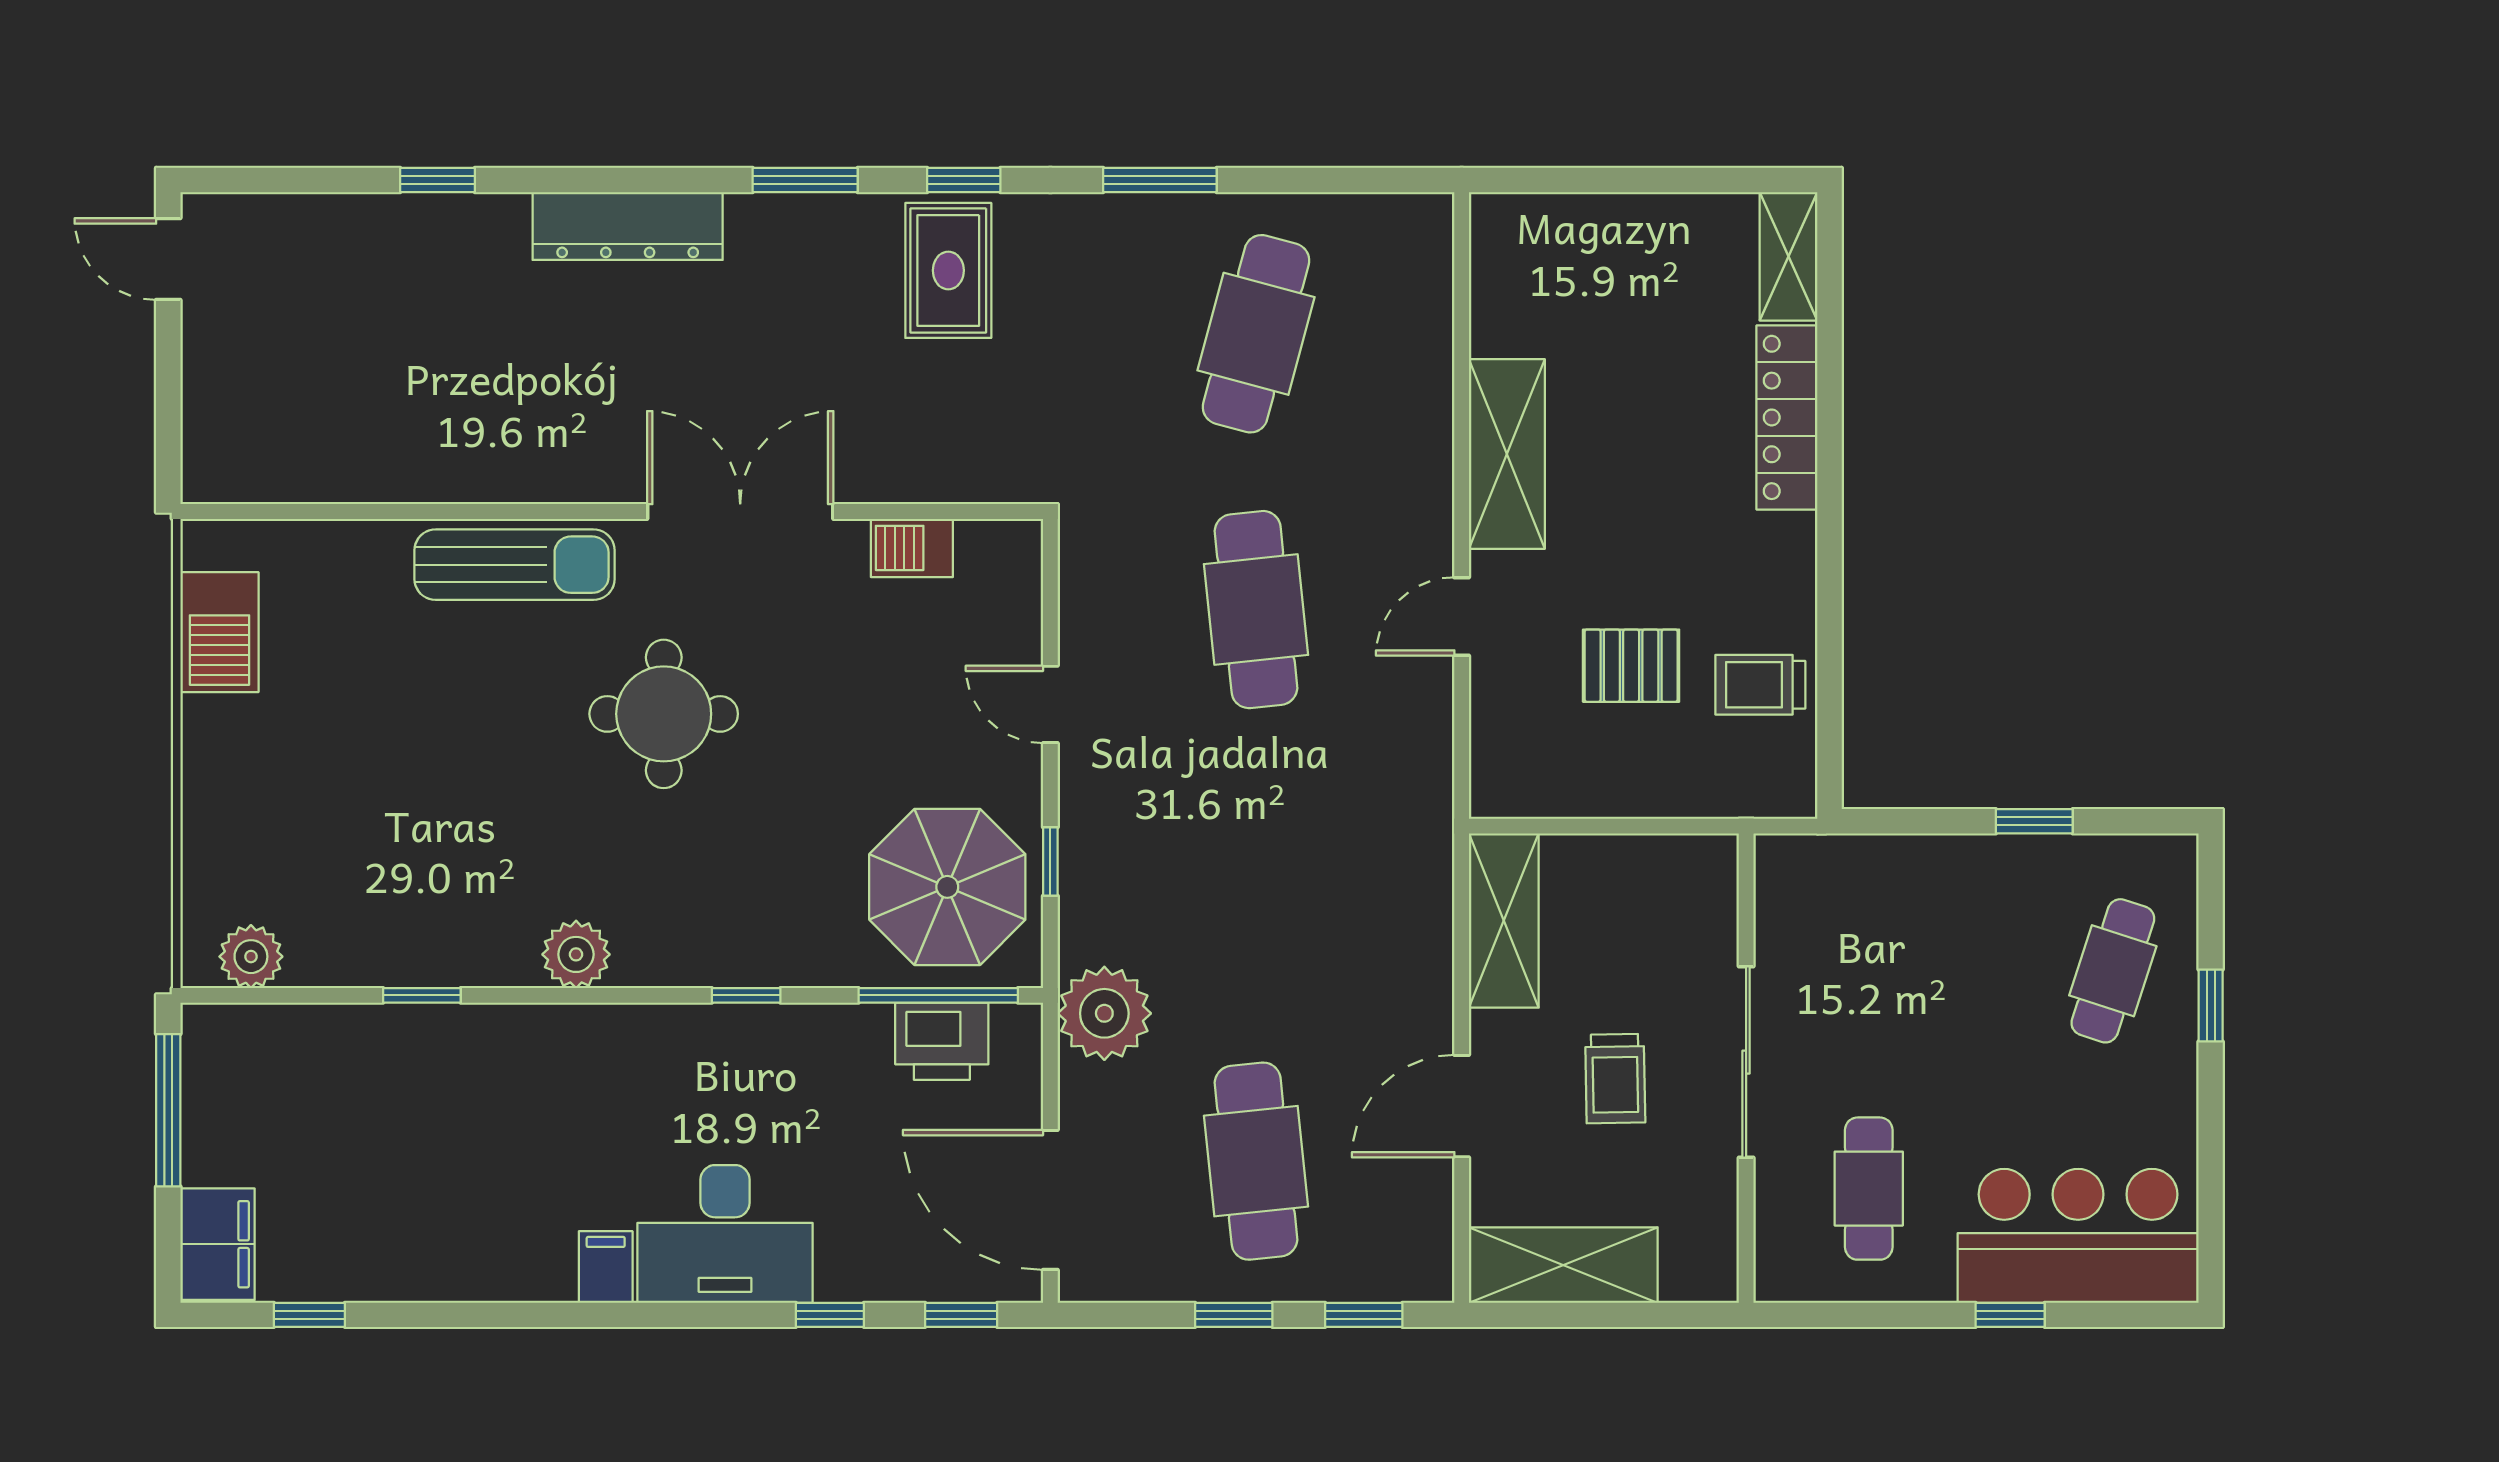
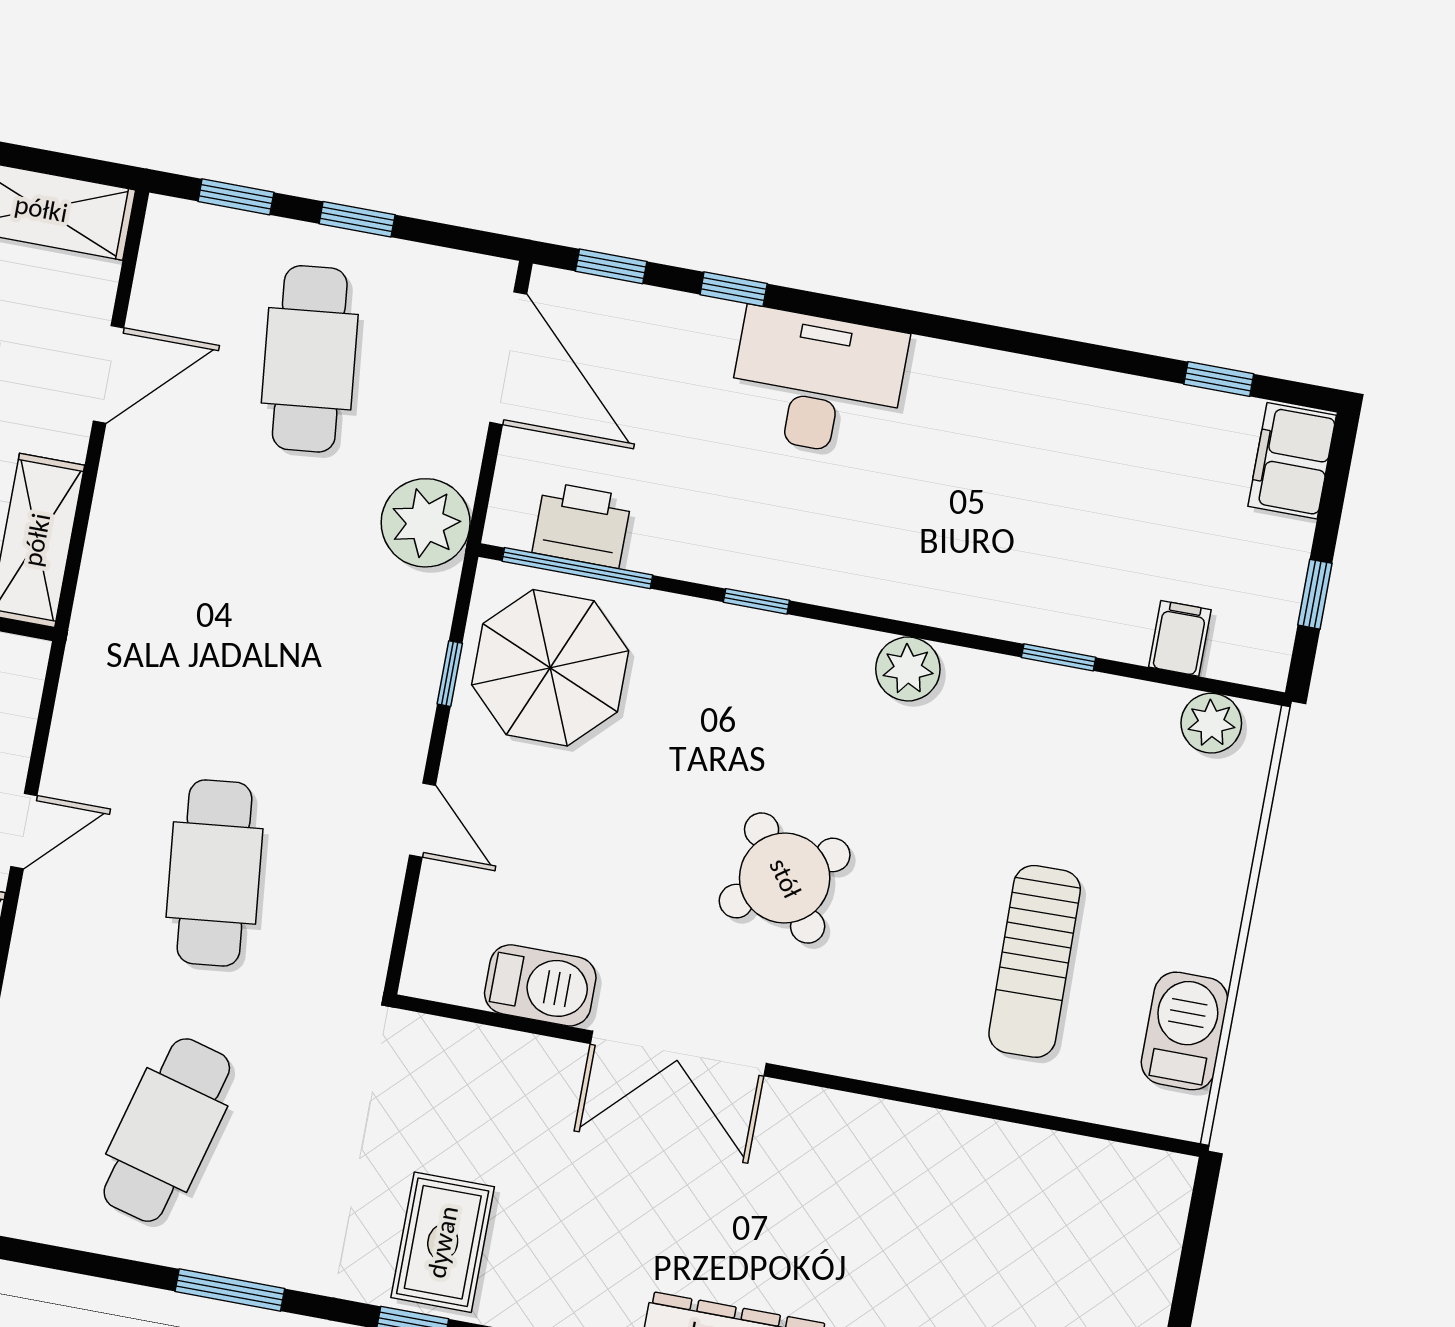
barbecue: (912, 548) -> (540, 985), width x1.38, depth x1.27
sun lounger: (515, 565) -> (1035, 961), moved, turned -91
round table: (664, 714) -> (785, 878), turned -36
window: (168, 1110) -> (1315, 594), width x0.46
filing cabinet: (606, 1267) -> (1180, 638), moved, turned 180

